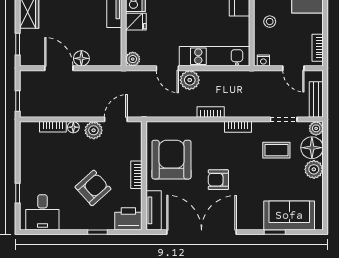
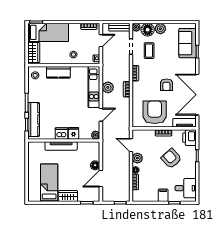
plant: (190, 80) -> (108, 87), moved
armchair: (171, 160) -> (155, 112), turned 90
filing cabinet: (30, 174) -> (163, 195), added

